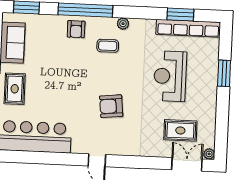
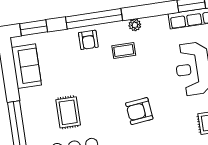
rug: (15, 89) -> (68, 112), moved

